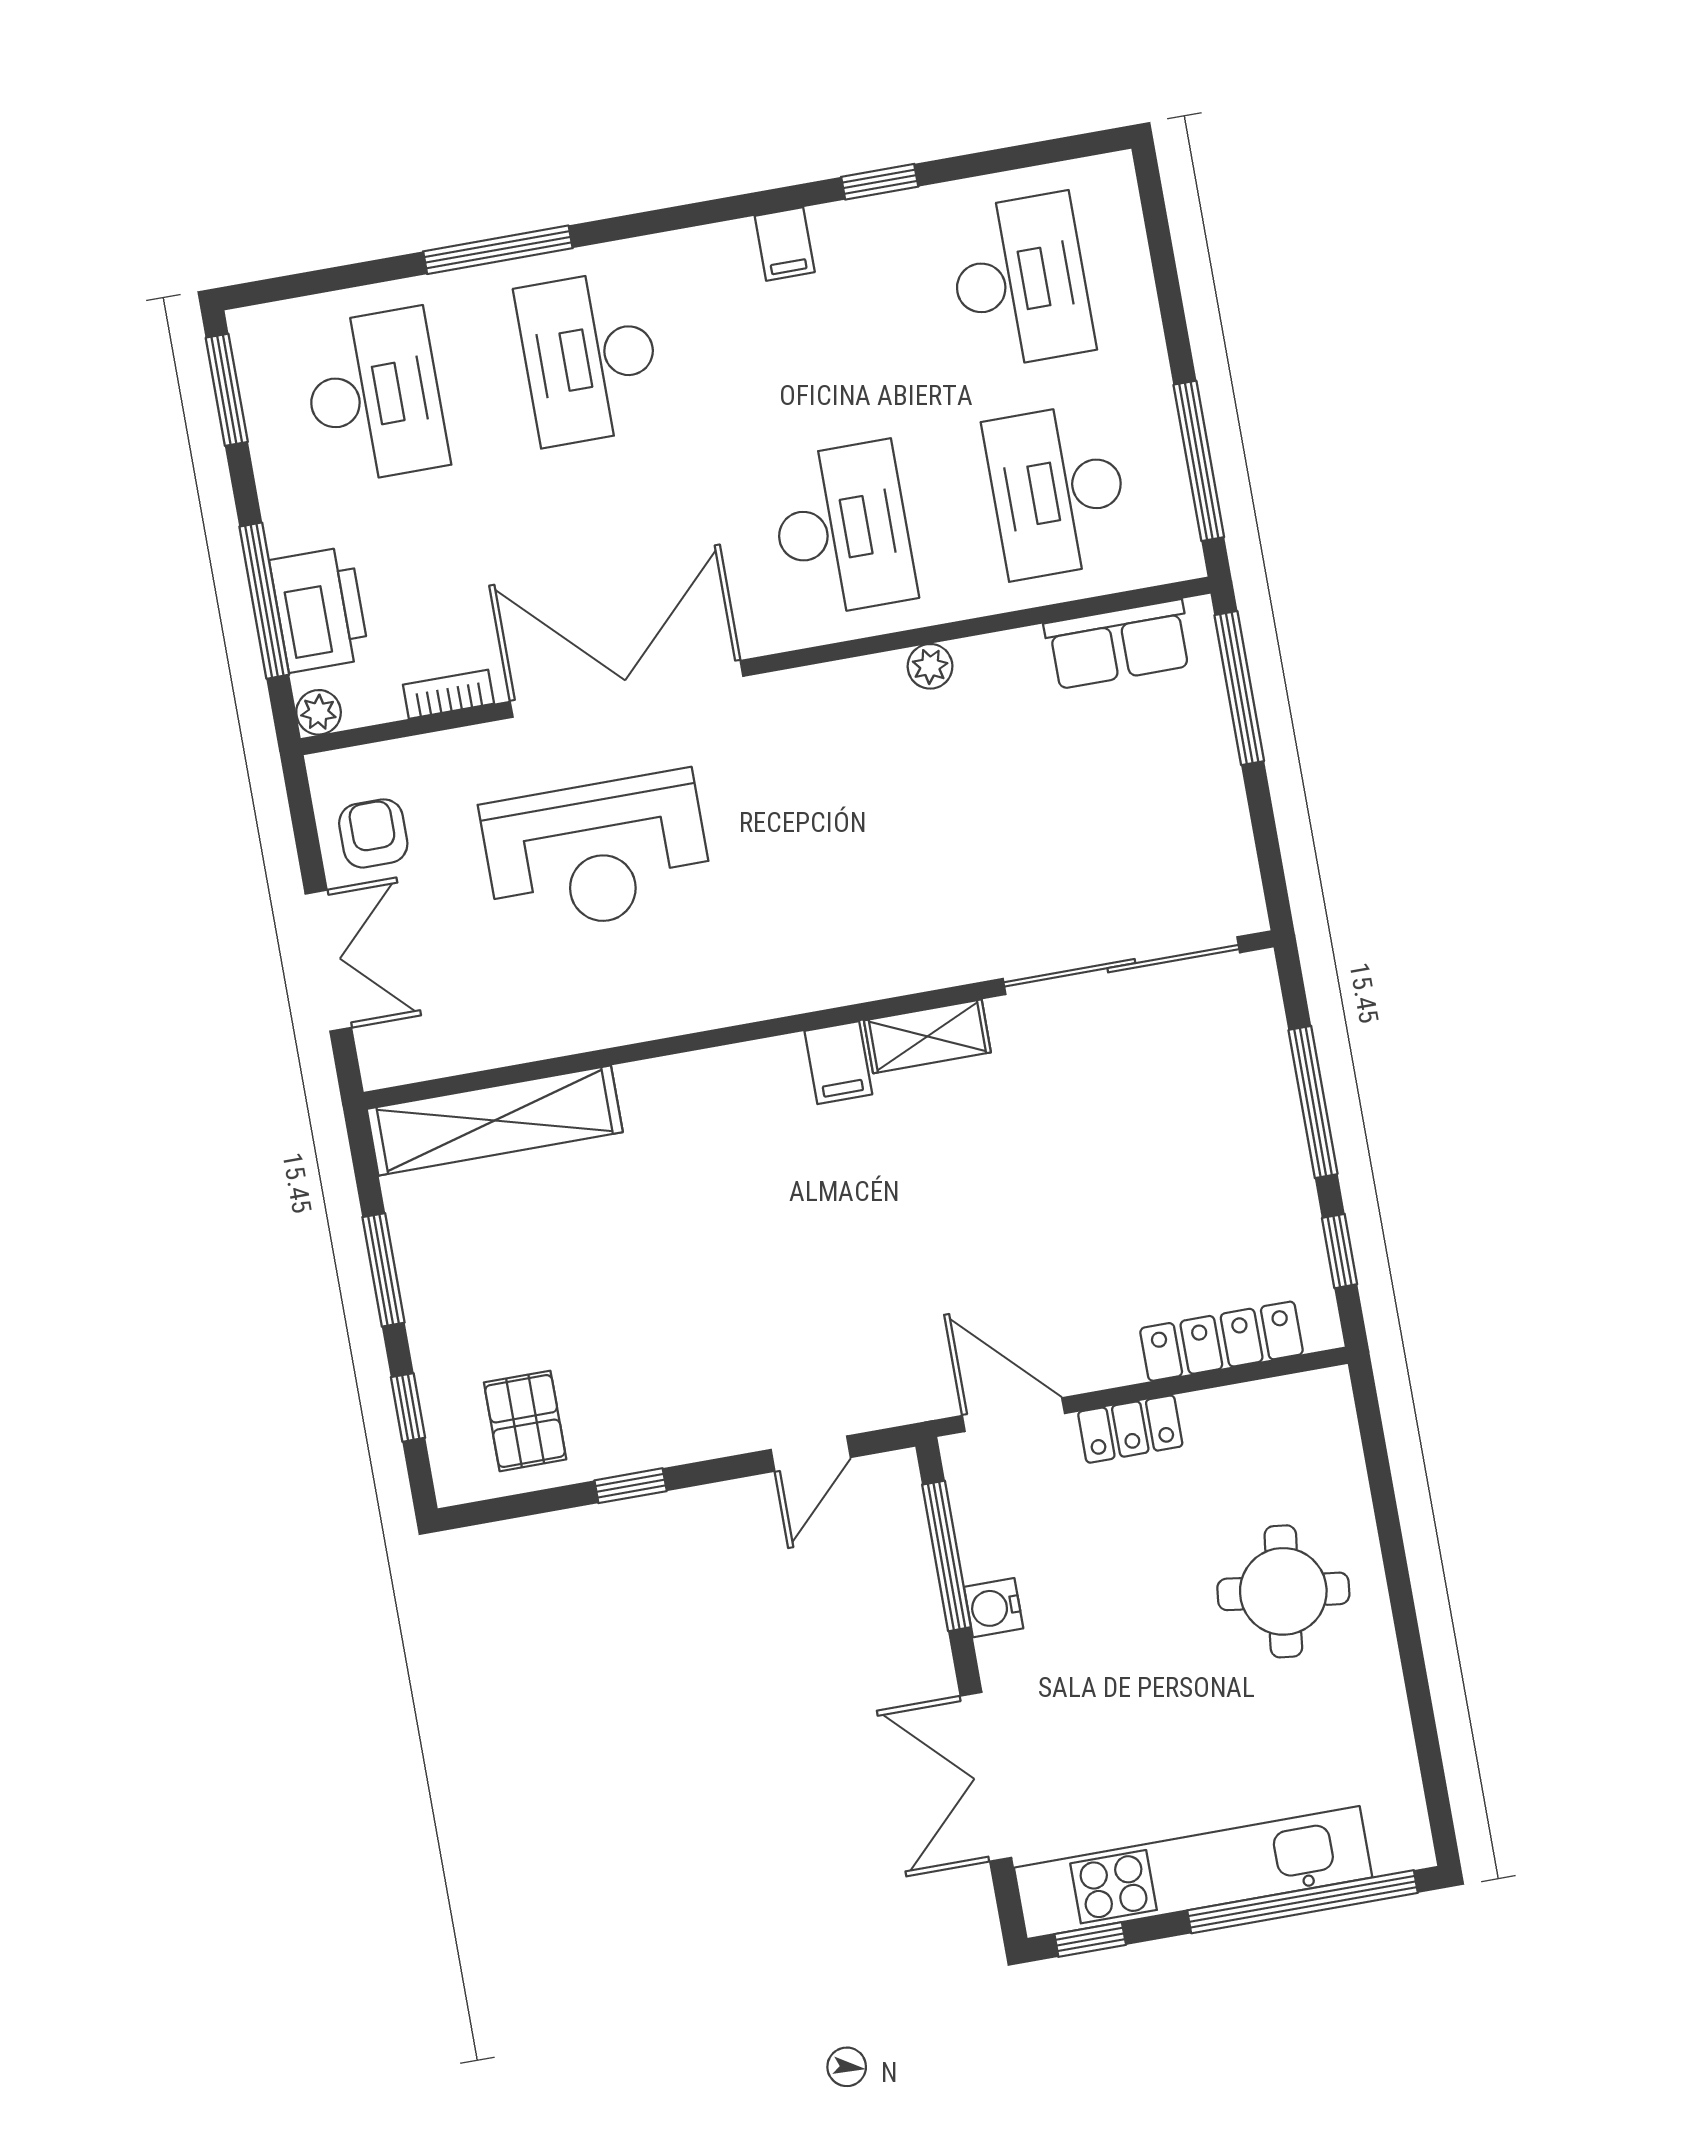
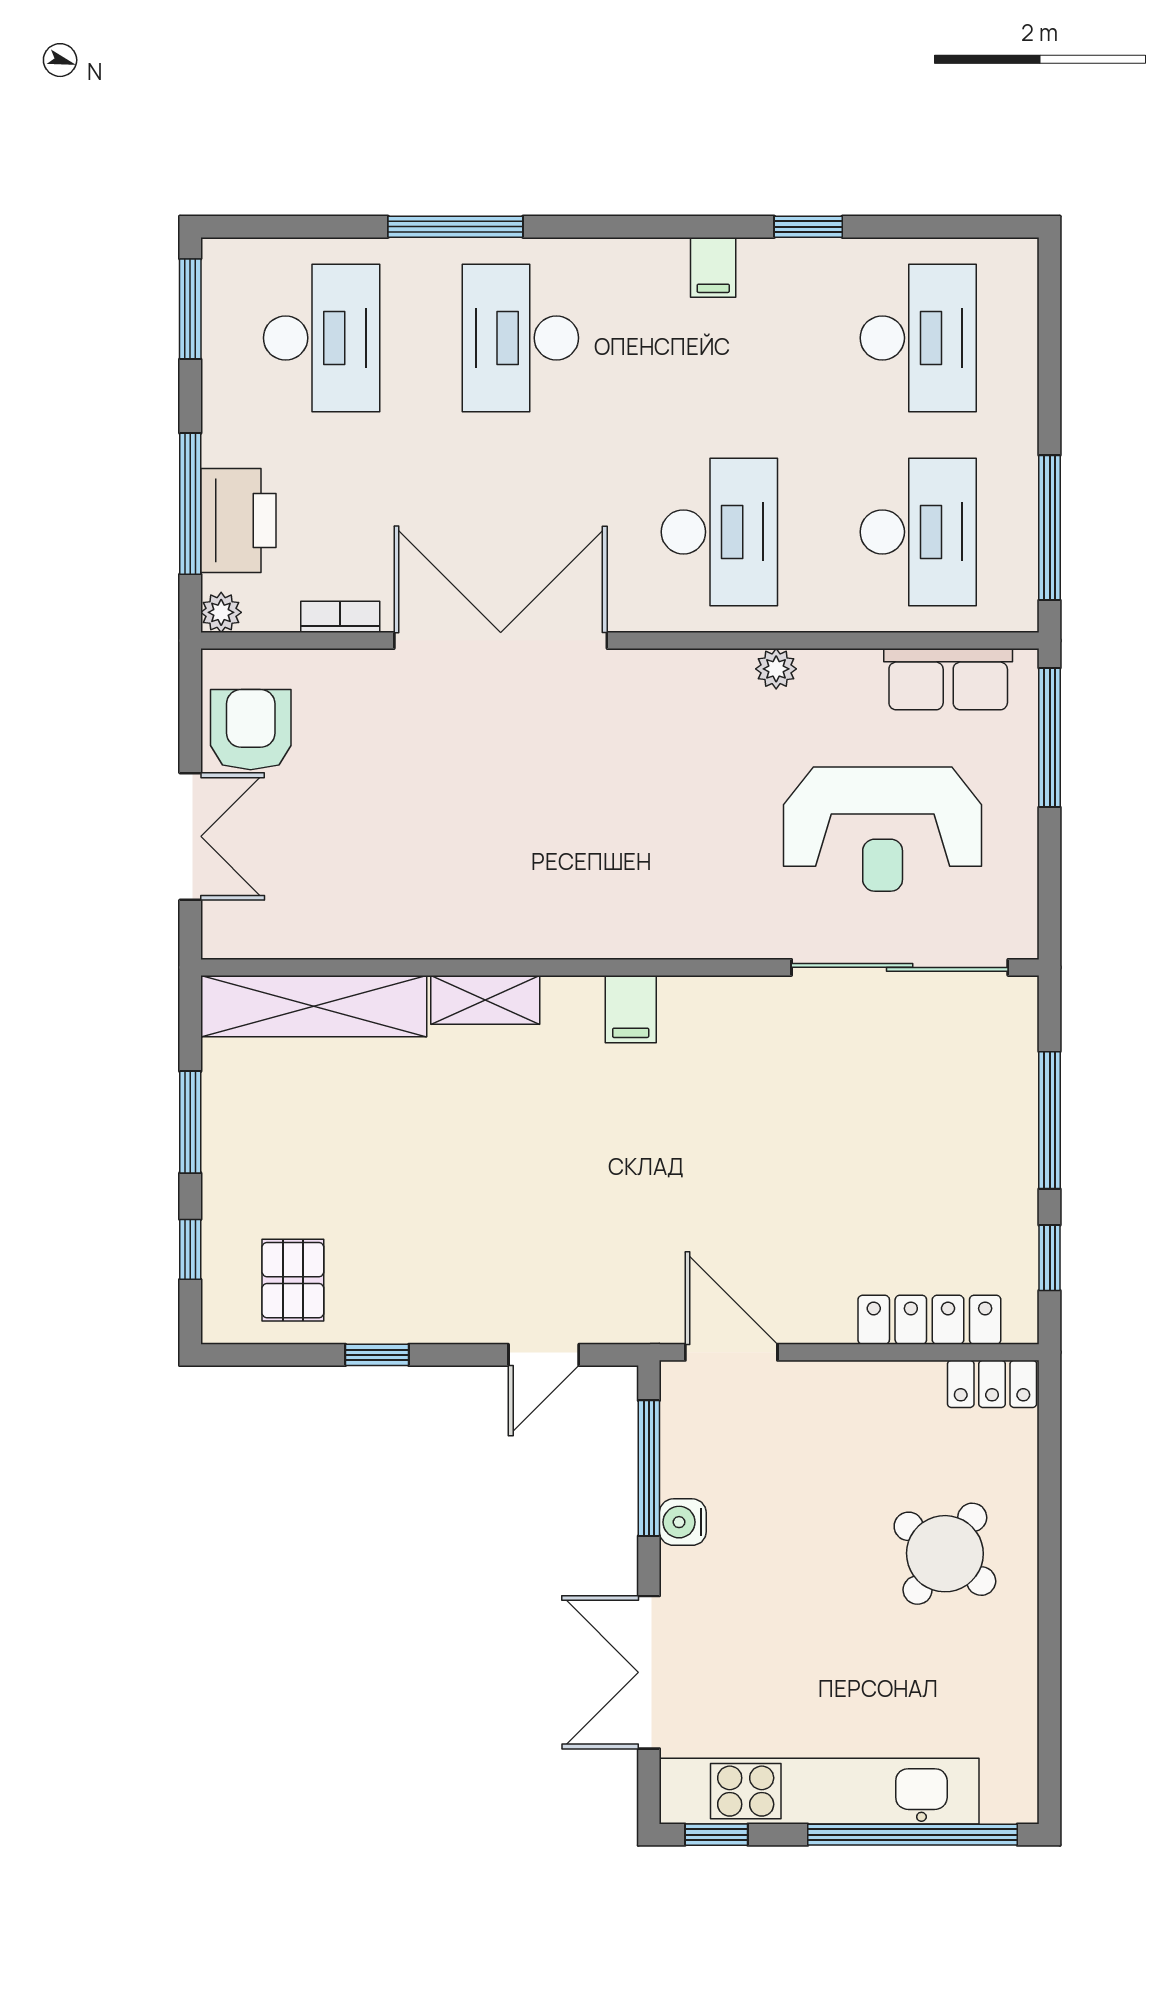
desk: (1058, 491) -> (918, 532), turned 180
armchair: (373, 833) -> (251, 730), width x1.38, depth x1.38
reception desk: (597, 853) -> (883, 829), moved
shelving: (927, 1036) -> (485, 1000), moved
locker: (1130, 1429) -> (992, 1384), moved
round table: (1283, 1591) -> (945, 1554), turned 30

